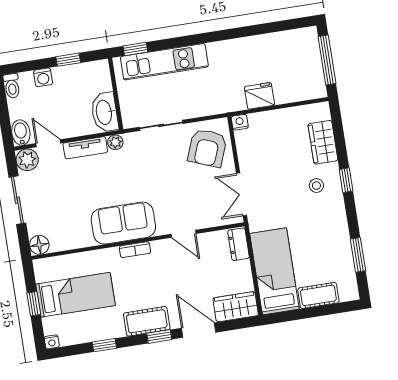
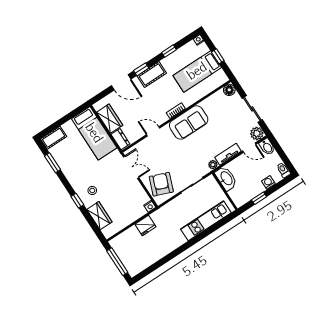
window: (135, 49) -> (225, 221), removed
cot: (318, 295) -> (54, 138), moved
wardrobe: (236, 307) -> (110, 119), moved, turned -90

